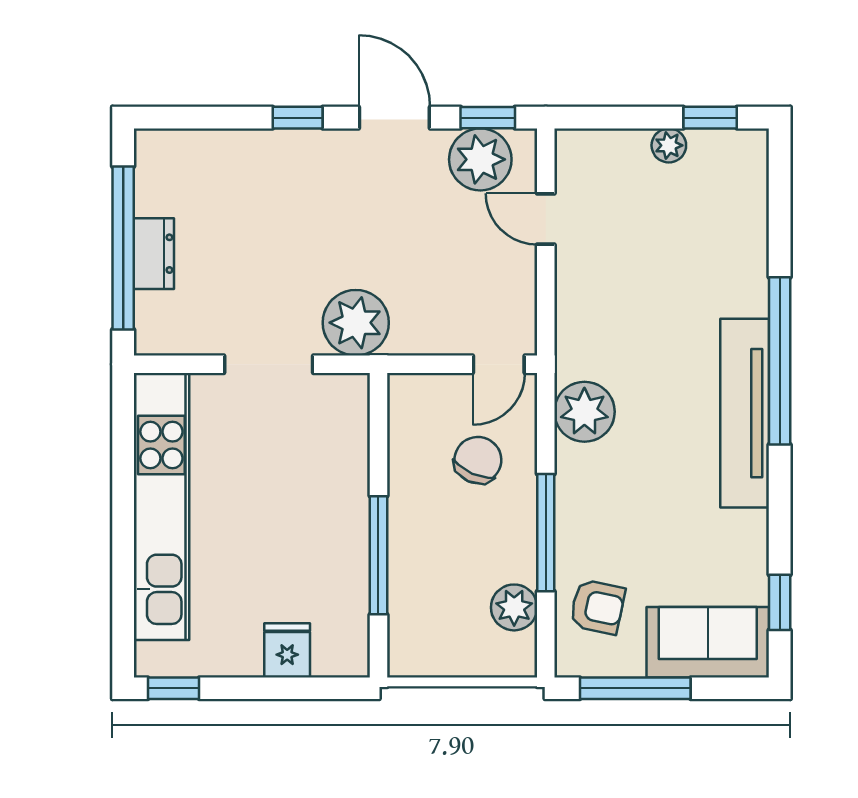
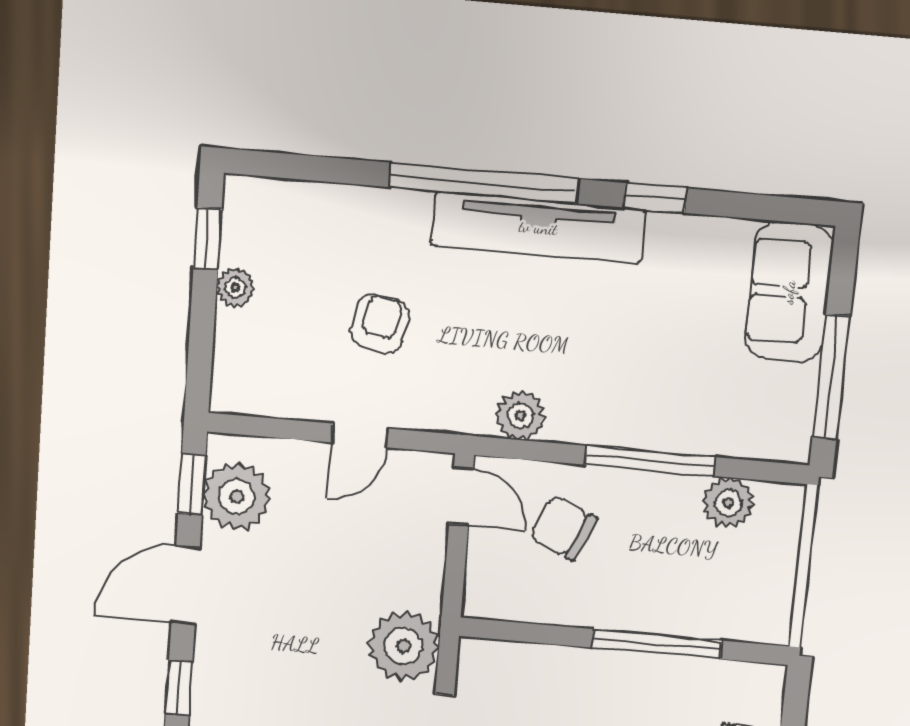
door: (546, 219) -> (360, 436), moved
plant: (584, 412) -> (520, 416), width x0.73, depth x0.73
window: (780, 602) -> (655, 198), moved
armchair: (597, 607) -> (380, 323), moved

